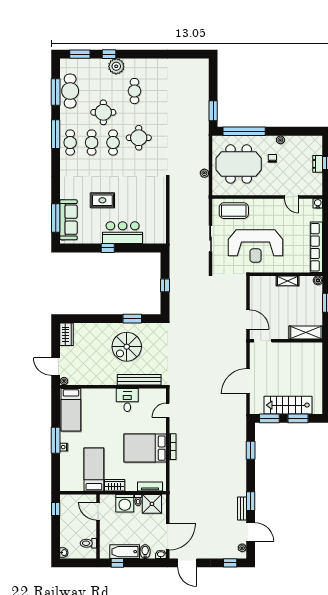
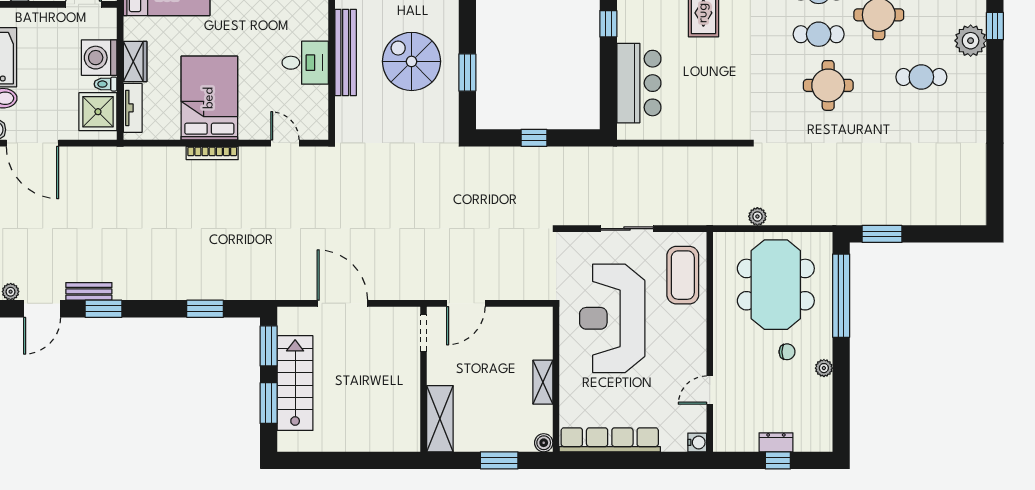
bar counter: (123, 233) -> (639, 83), moved
bench: (139, 380) -> (346, 53), moved
wardrobe: (115, 485) -> (135, 62), moved

